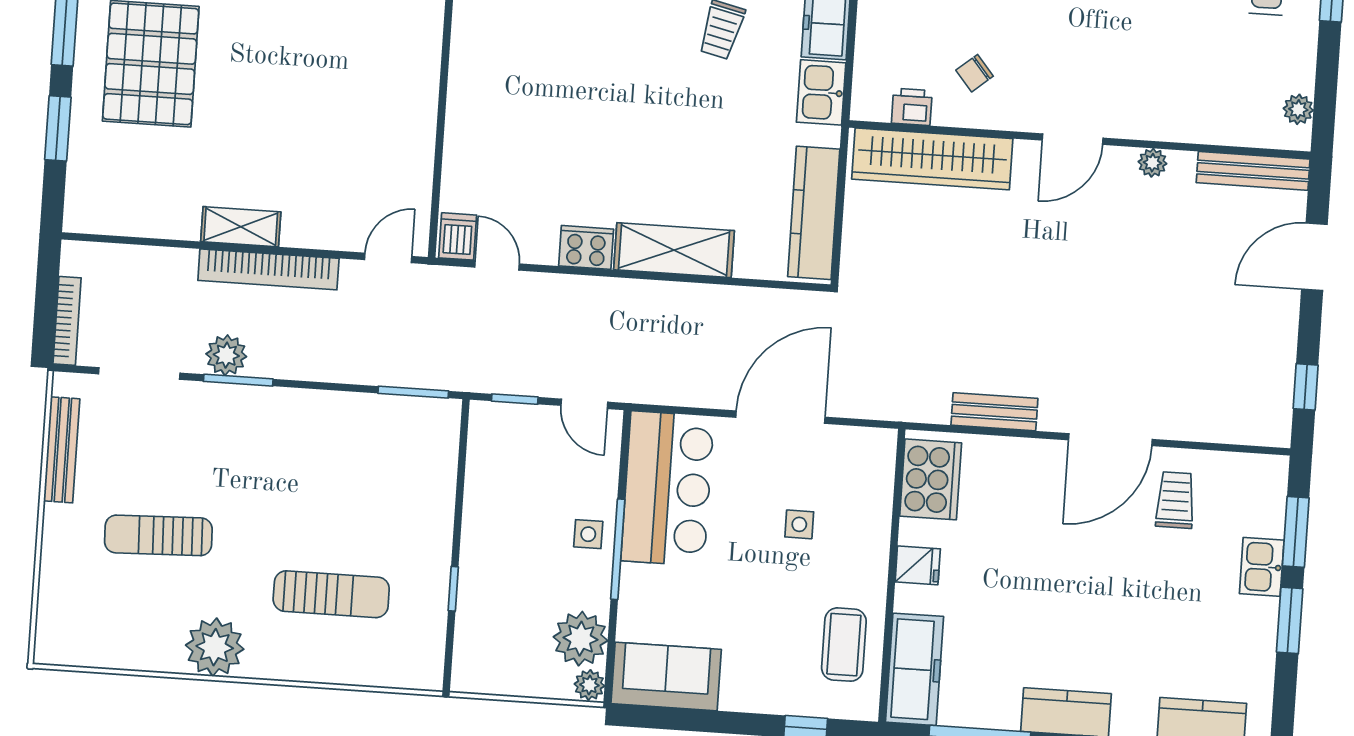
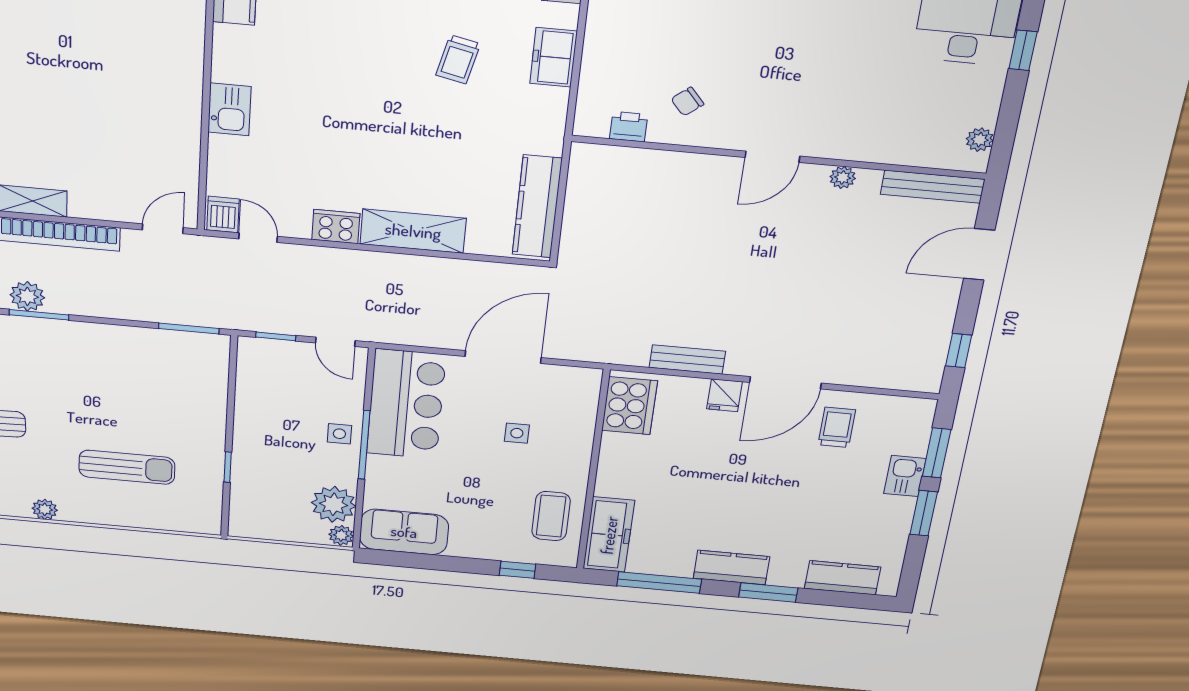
kitchen sink: (821, 92) -> (229, 109), moved, turned 180
wardrobe: (932, 159) -> (645, 168), removed
fridge: (918, 565) -> (724, 395), moved, turned 90
plant: (215, 647) -> (45, 509), width x0.53, depth x0.53

